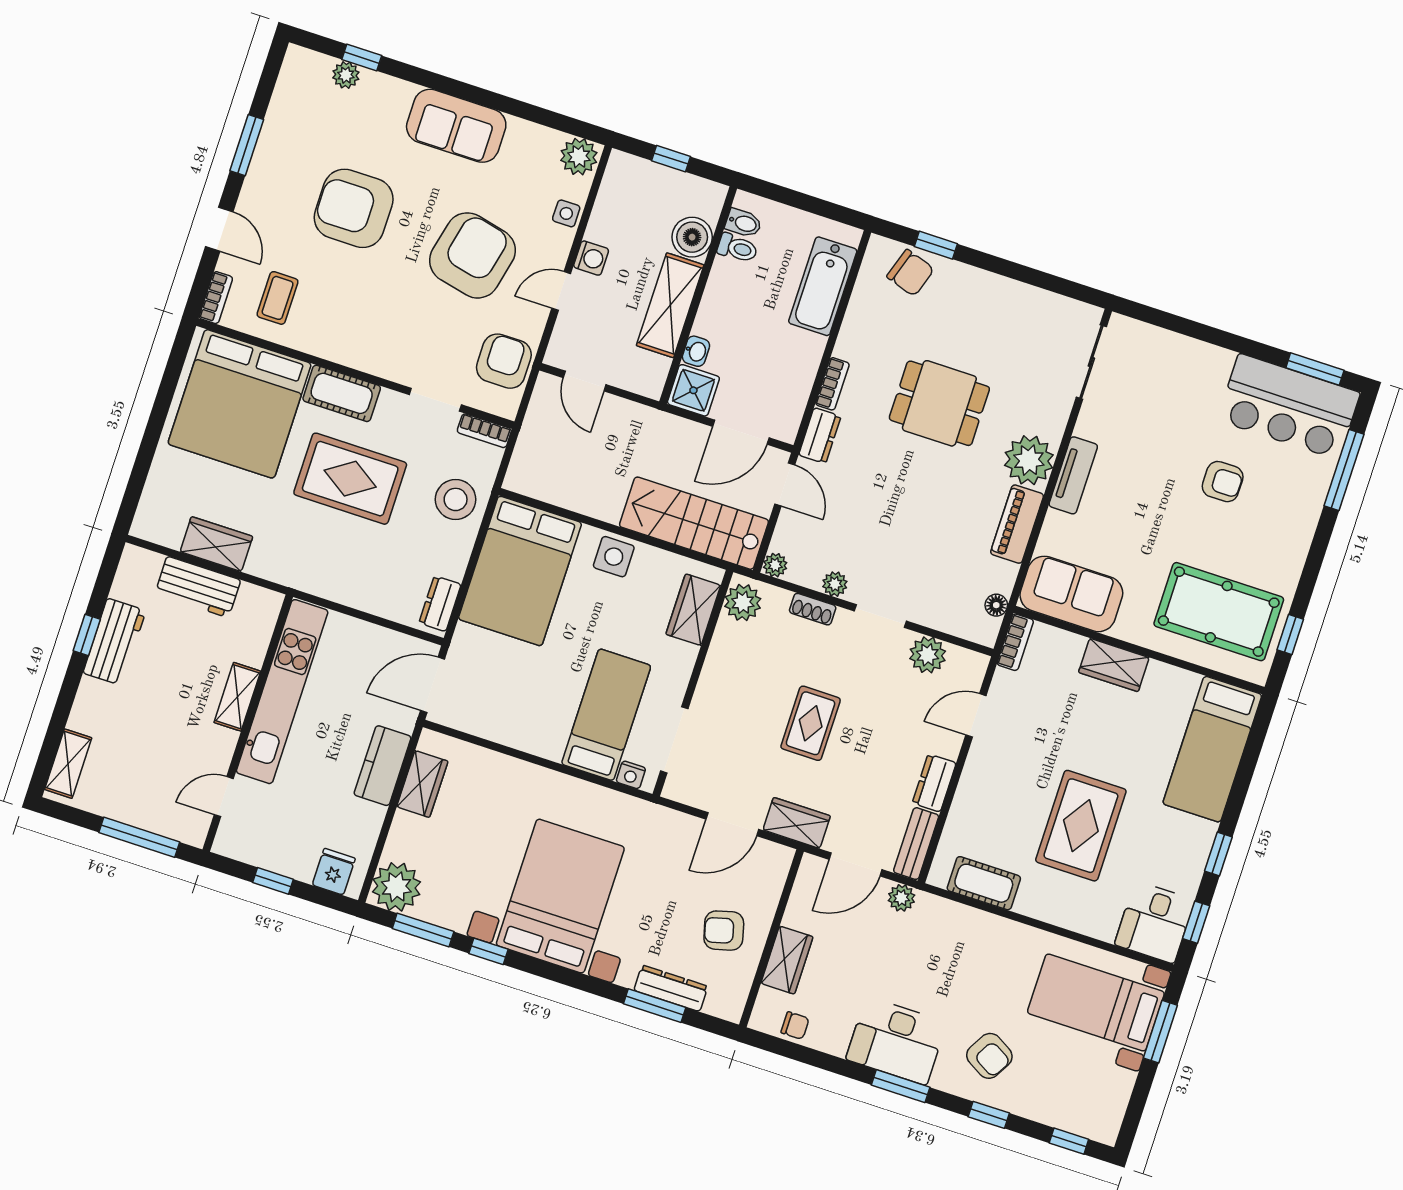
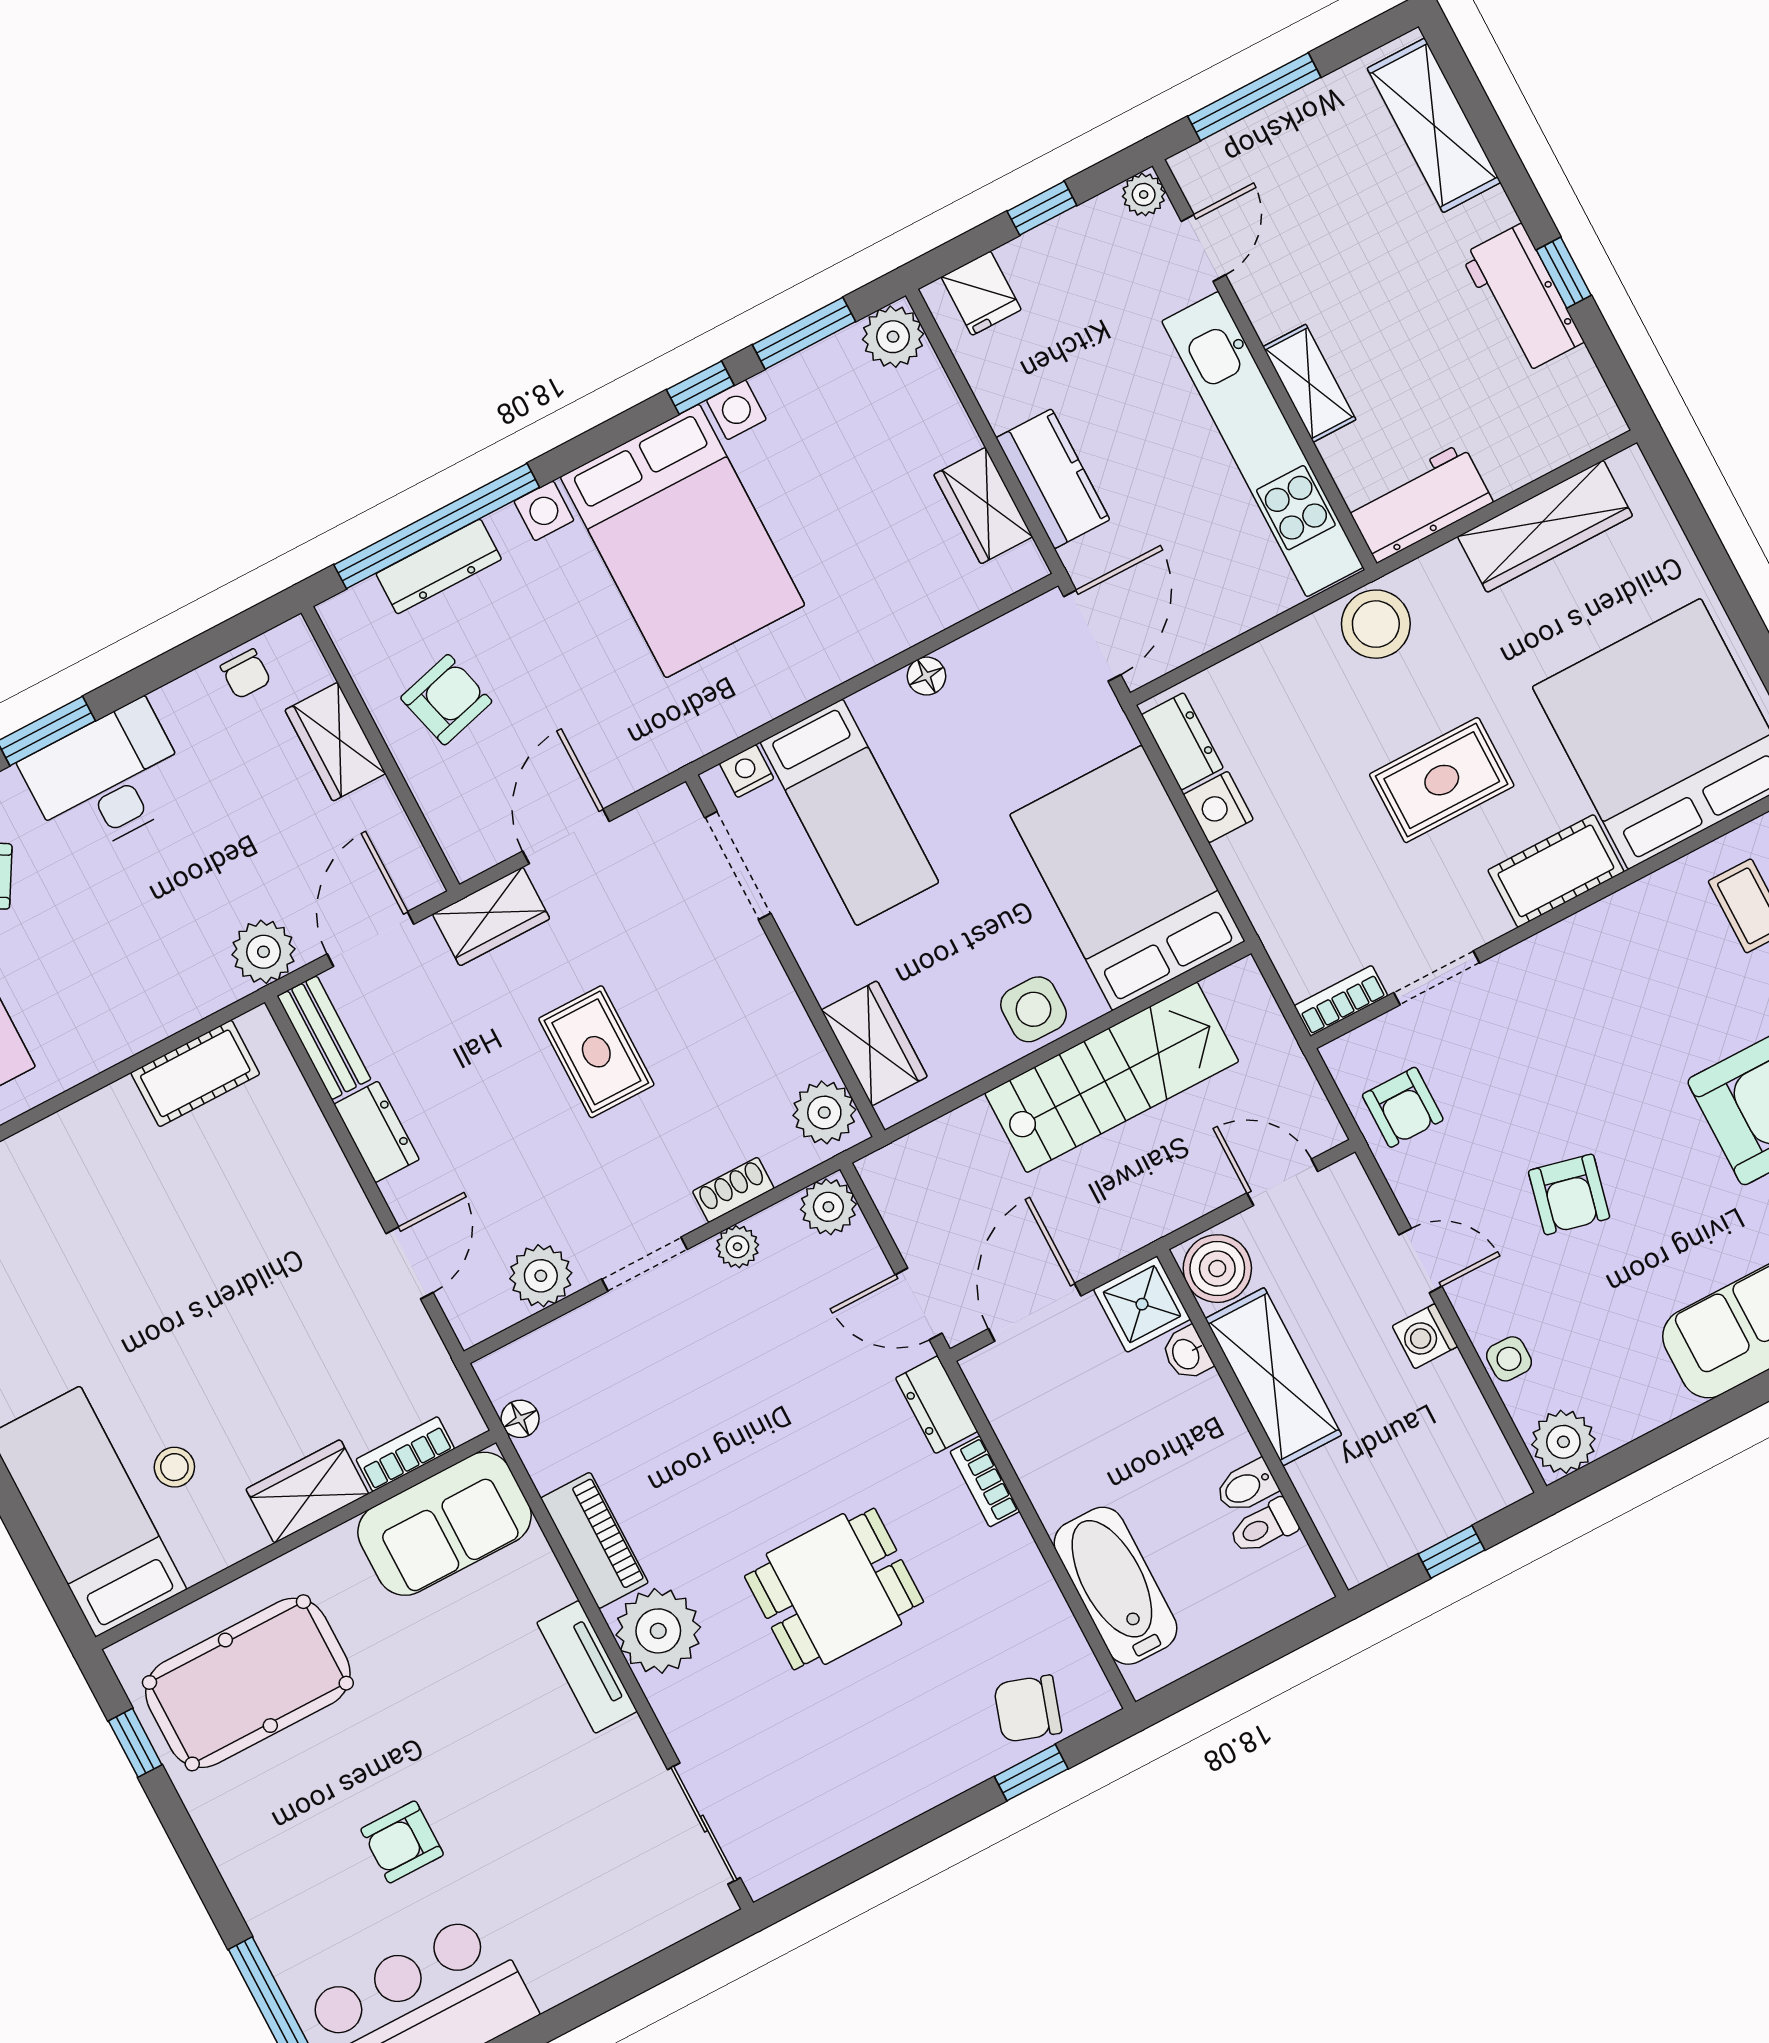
bidet: (743, 223) -> (1246, 1487), moved
boiler: (692, 237) -> (1217, 1269), moved
armchair: (472, 255) -> (1569, 1194), width x0.53, depth x0.53
door: (561, 291) -> (1420, 1261), hinge flipped
armchair: (504, 361) -> (1403, 1107), width x0.72, depth x0.72
rug: (350, 479) -> (1442, 780), width x0.73, depth x0.70
stool: (456, 499) -> (1376, 624), moved
stairs: (694, 523) -> (1112, 1077), moved
wardrobe: (216, 544) -> (1545, 526), width x1.50
nightstand: (453, 562) -> (1218, 807), added
plant: (775, 565) -> (828, 1207), width x1.38, depth x1.38
workbench: (198, 587) -> (1419, 503), moved
bookcase: (1015, 642) -> (405, 1454), moved, turned 90
stool: (1158, 731) -> (174, 1467), added
floor lamp: (517, 738) -> (926, 676), added
shelving: (68, 764) -> (1434, 125), width x1.50, depth x1.33
rug: (1081, 826) -> (150, 1260), removed
plant: (226, 844) -> (1144, 195), added
plant: (396, 887) -> (893, 337), width x0.73, depth x0.73
plant: (901, 898) -> (263, 952), width x1.38, depth x1.38
window: (655, 1006) -> (437, 526), width x2.11
chair: (795, 1026) -> (246, 674), turned -90

